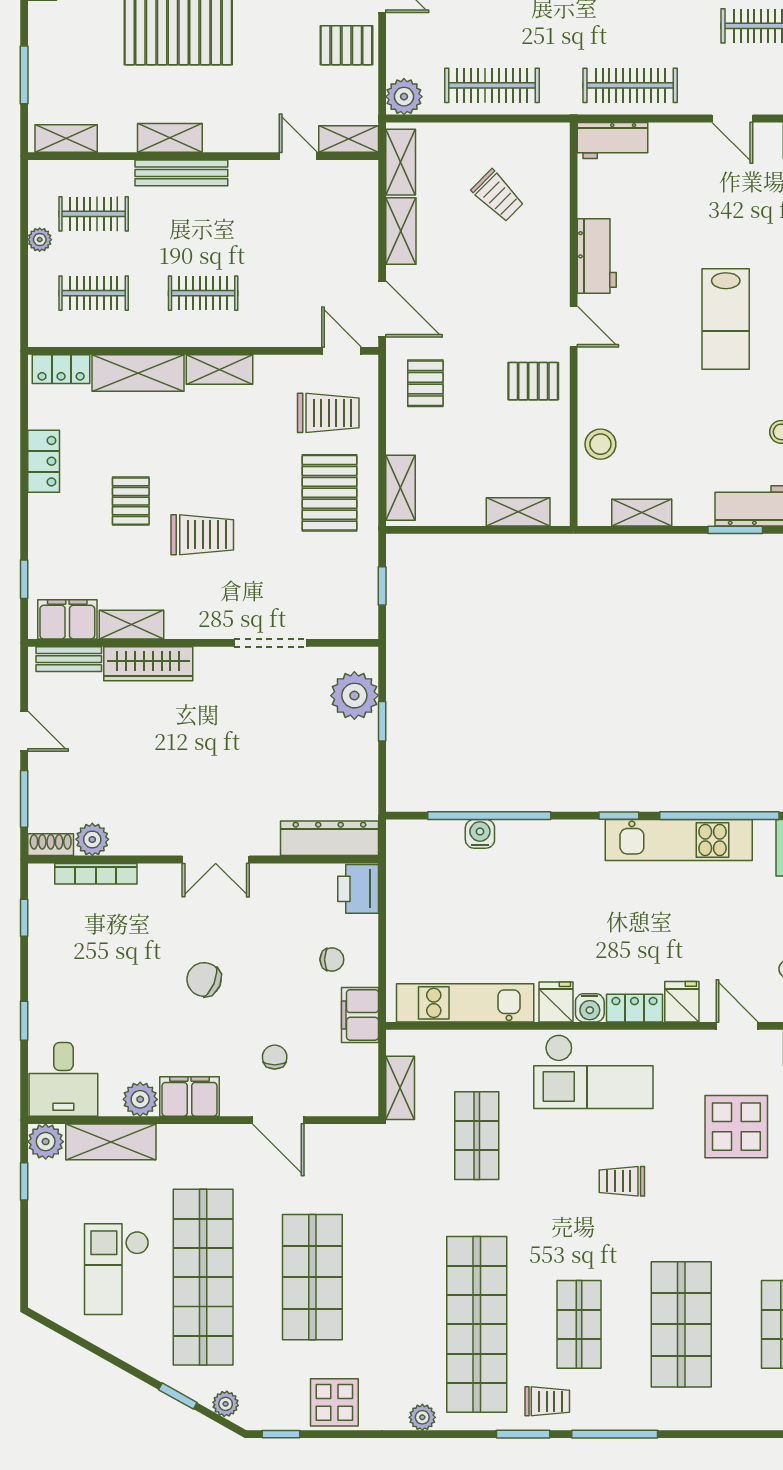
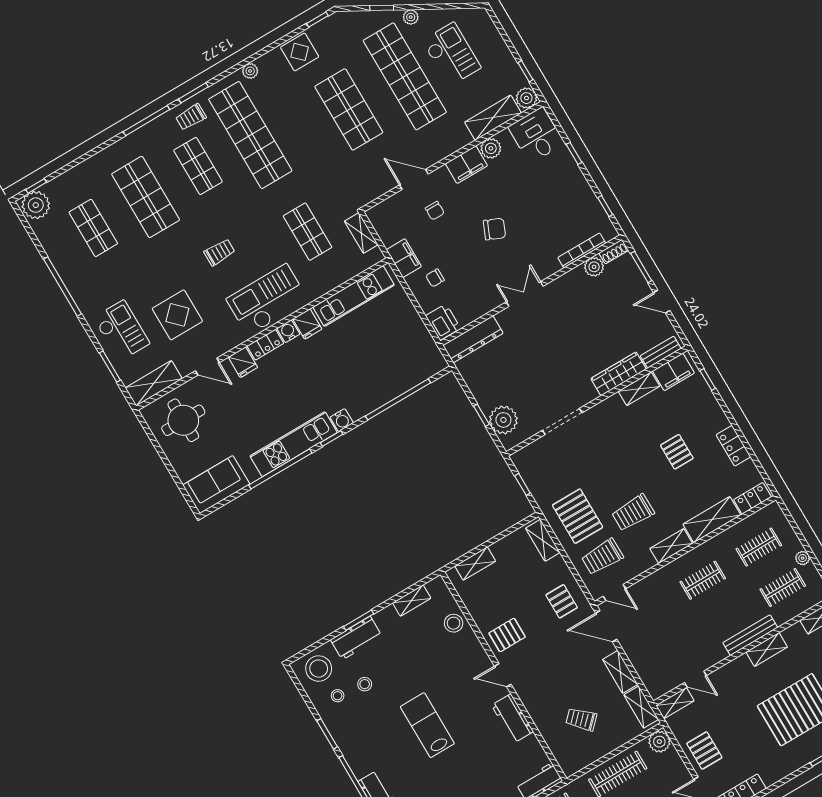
pallet: (346, 45) -> (704, 750), turned 90
trolley: (202, 535) -> (633, 513), moved
water cooler: (480, 834) -> (342, 420), moved
plant: (226, 1404) -> (411, 17), moved

